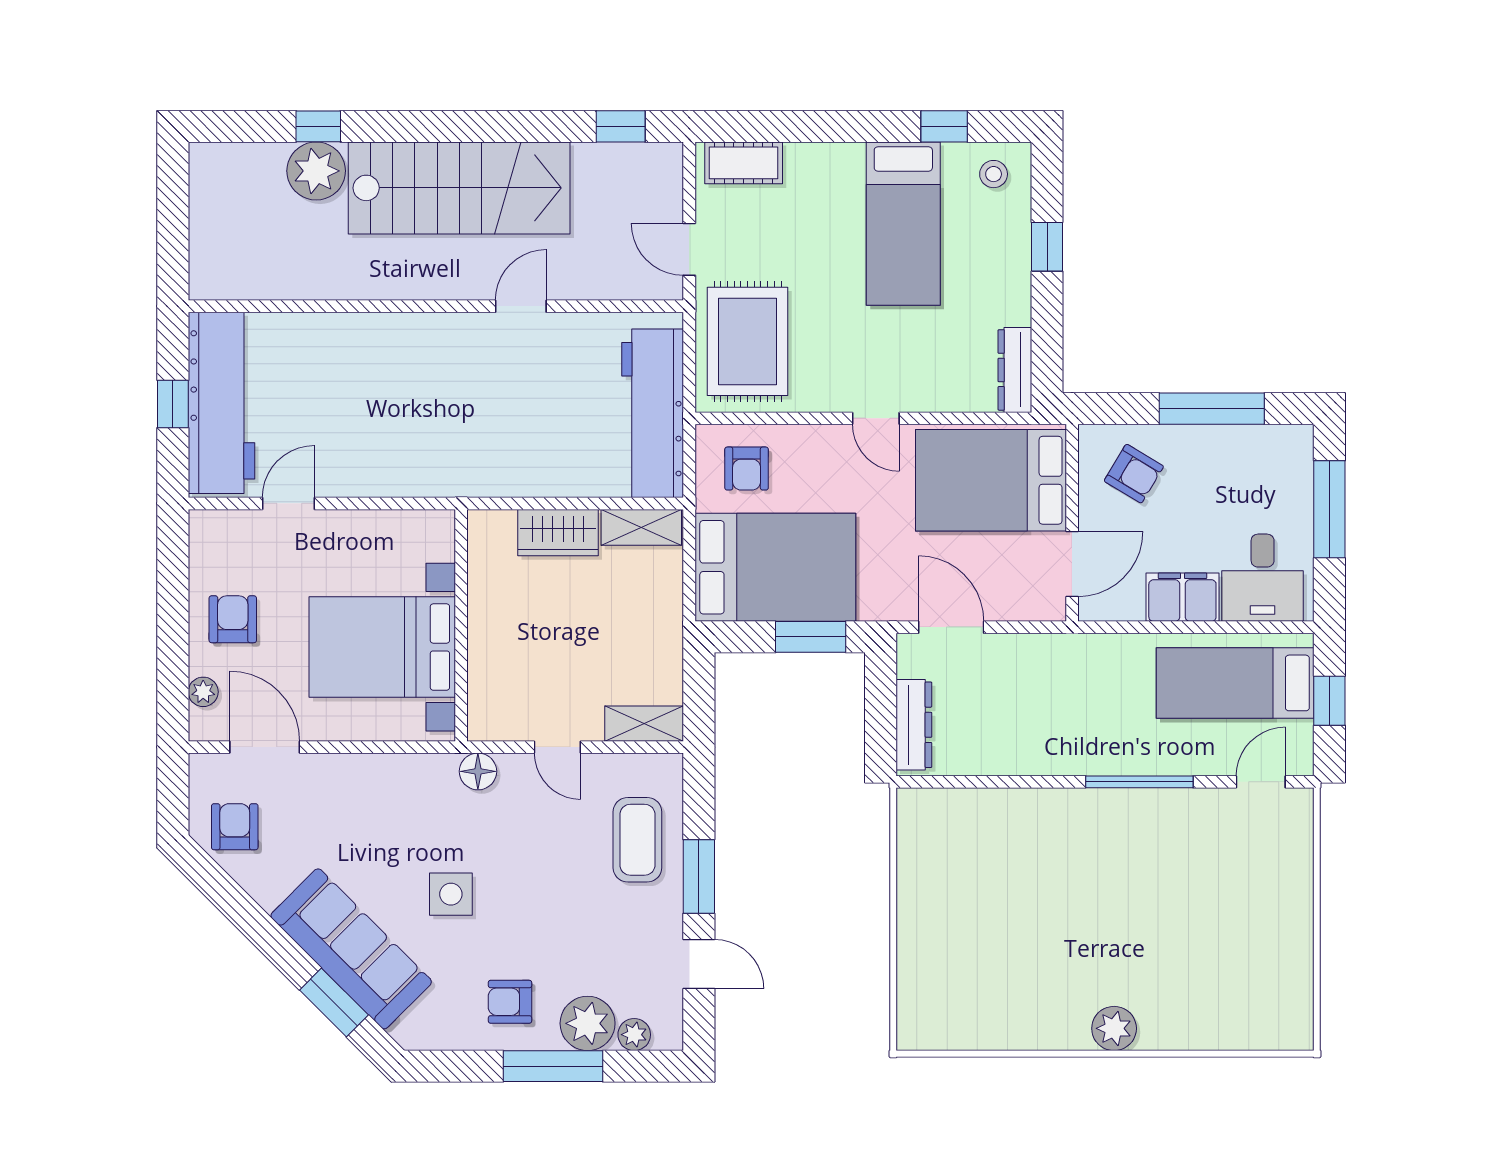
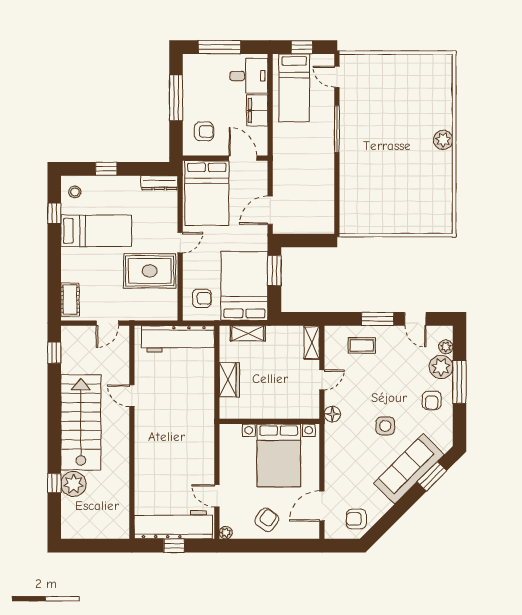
rug: (748, 341) -> (150, 271), moved
armchair: (1134, 474) -> (204, 131), turned 59
shelving: (641, 527) -> (248, 333), moved, turned 90
armchair: (233, 619) -> (267, 520), turned 125
plant: (203, 692) -> (226, 533), moved
dresser: (914, 725) -> (312, 226), removed
coffee table: (637, 840) -> (362, 345), width x0.73, depth x0.77
door: (699, 964) -> (415, 319), swing flipped

